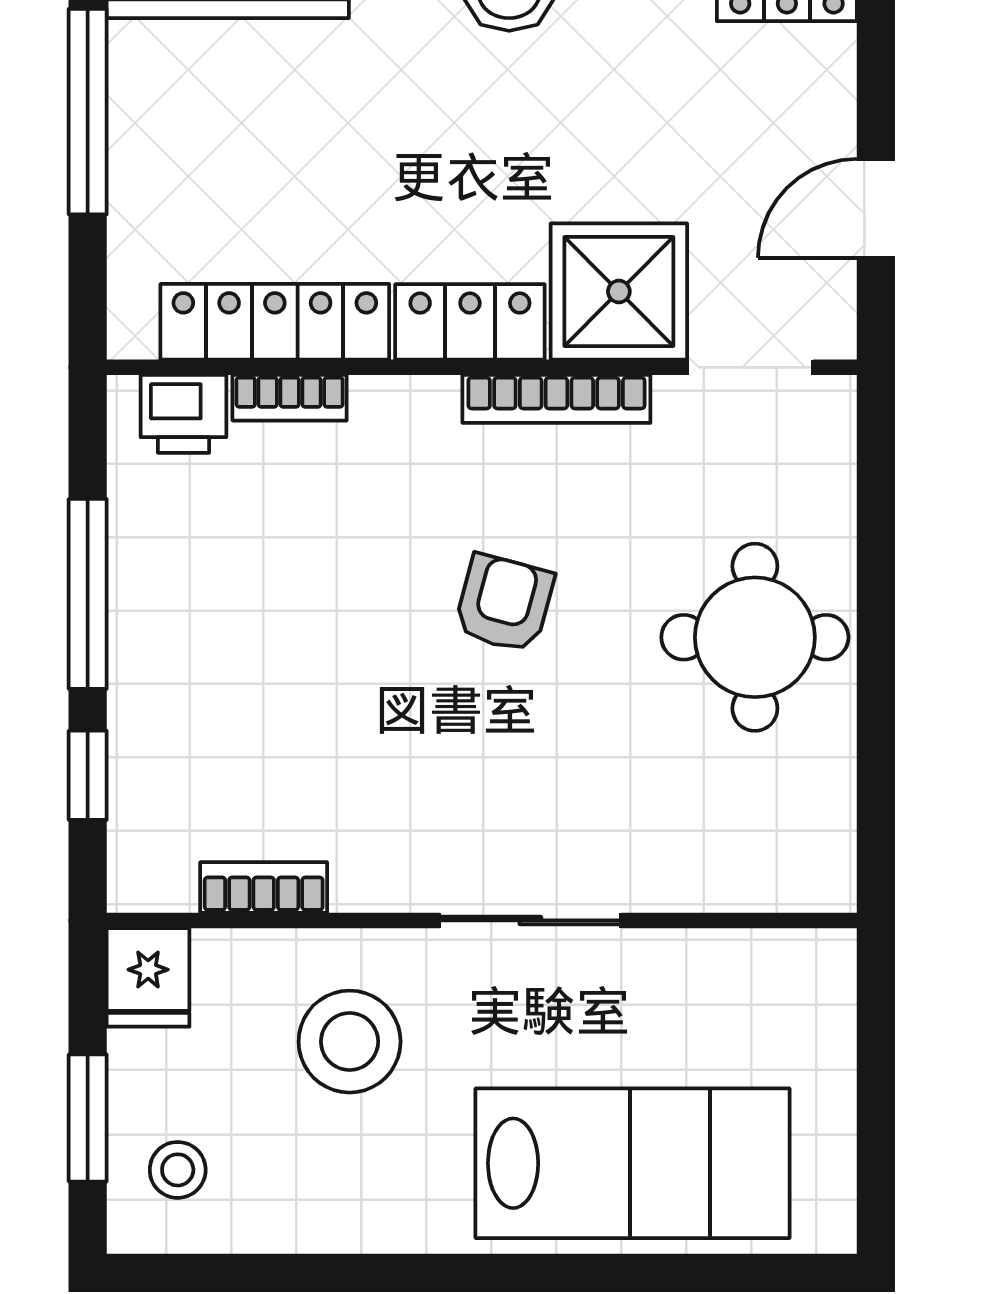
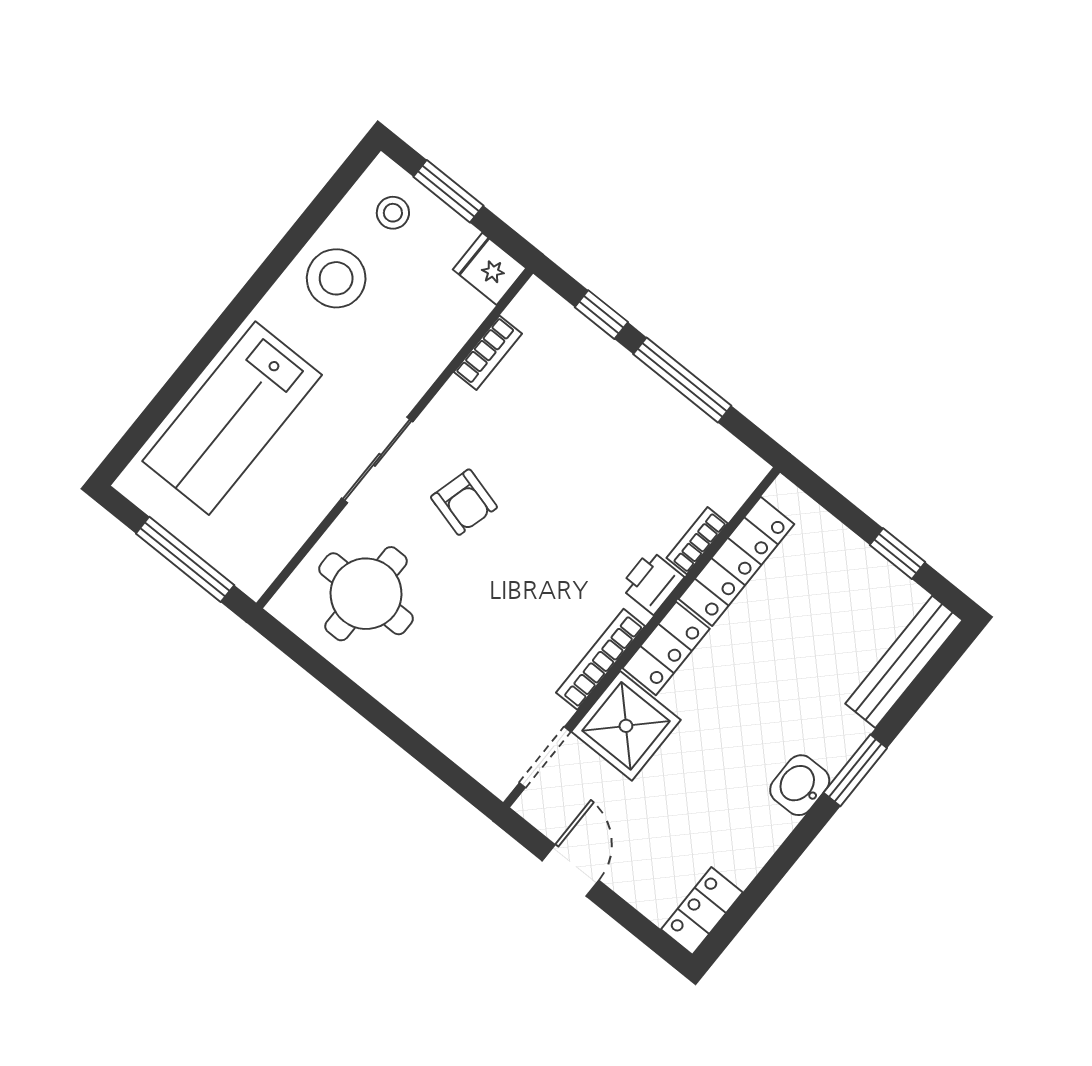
window: (88, 112) -> (897, 554), width x0.46
printer: (183, 414) -> (652, 582), moved
armchair: (504, 603) -> (464, 502), moved
round table: (755, 637) -> (366, 594), moved
stool: (350, 1042) -> (336, 278), moved
window: (876, 1072) -> (185, 559), added

